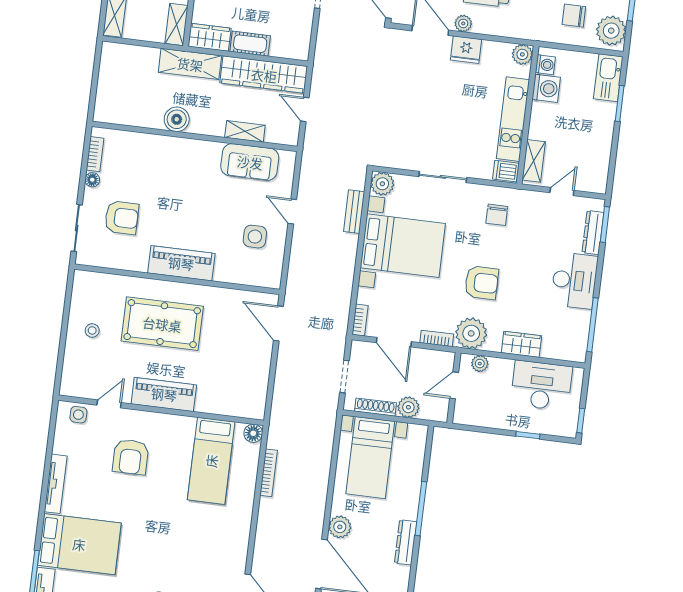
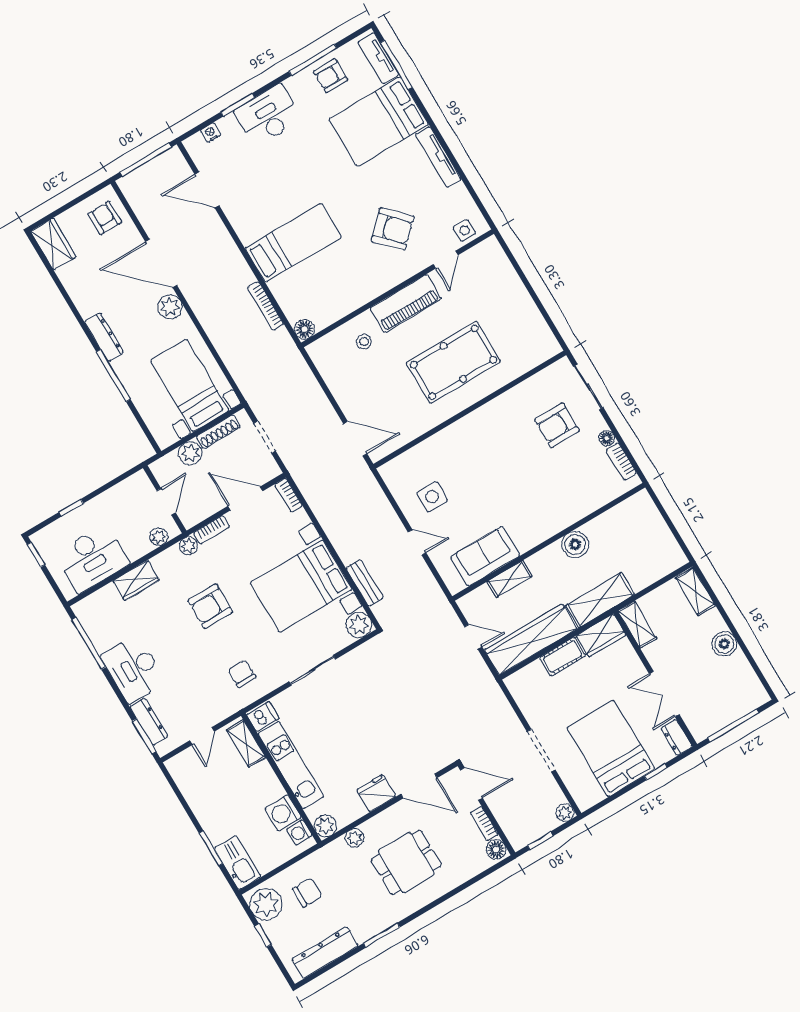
plant: (463, 23) -> (355, 838), moved
piano: (181, 263) -> (477, 426), removed
stool: (92, 330) -> (364, 342), moved
plant: (471, 333) -> (188, 546), width x0.53, depth x0.53
armchair: (131, 457) -> (393, 229), turned 136
bed: (211, 461) -> (293, 243), moved, turned 90

